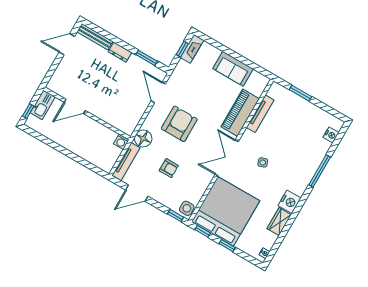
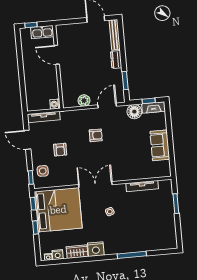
plant: (138, 111) -> (84, 101), added
piano: (240, 113) -> (133, 172), removed
armchair: (179, 124) -> (96, 135), width x0.53, depth x0.53
nightstand: (331, 135) -> (58, 255), moved
floor lamp: (143, 138) -> (134, 112), moved
side table: (187, 208) -> (43, 171), moved

